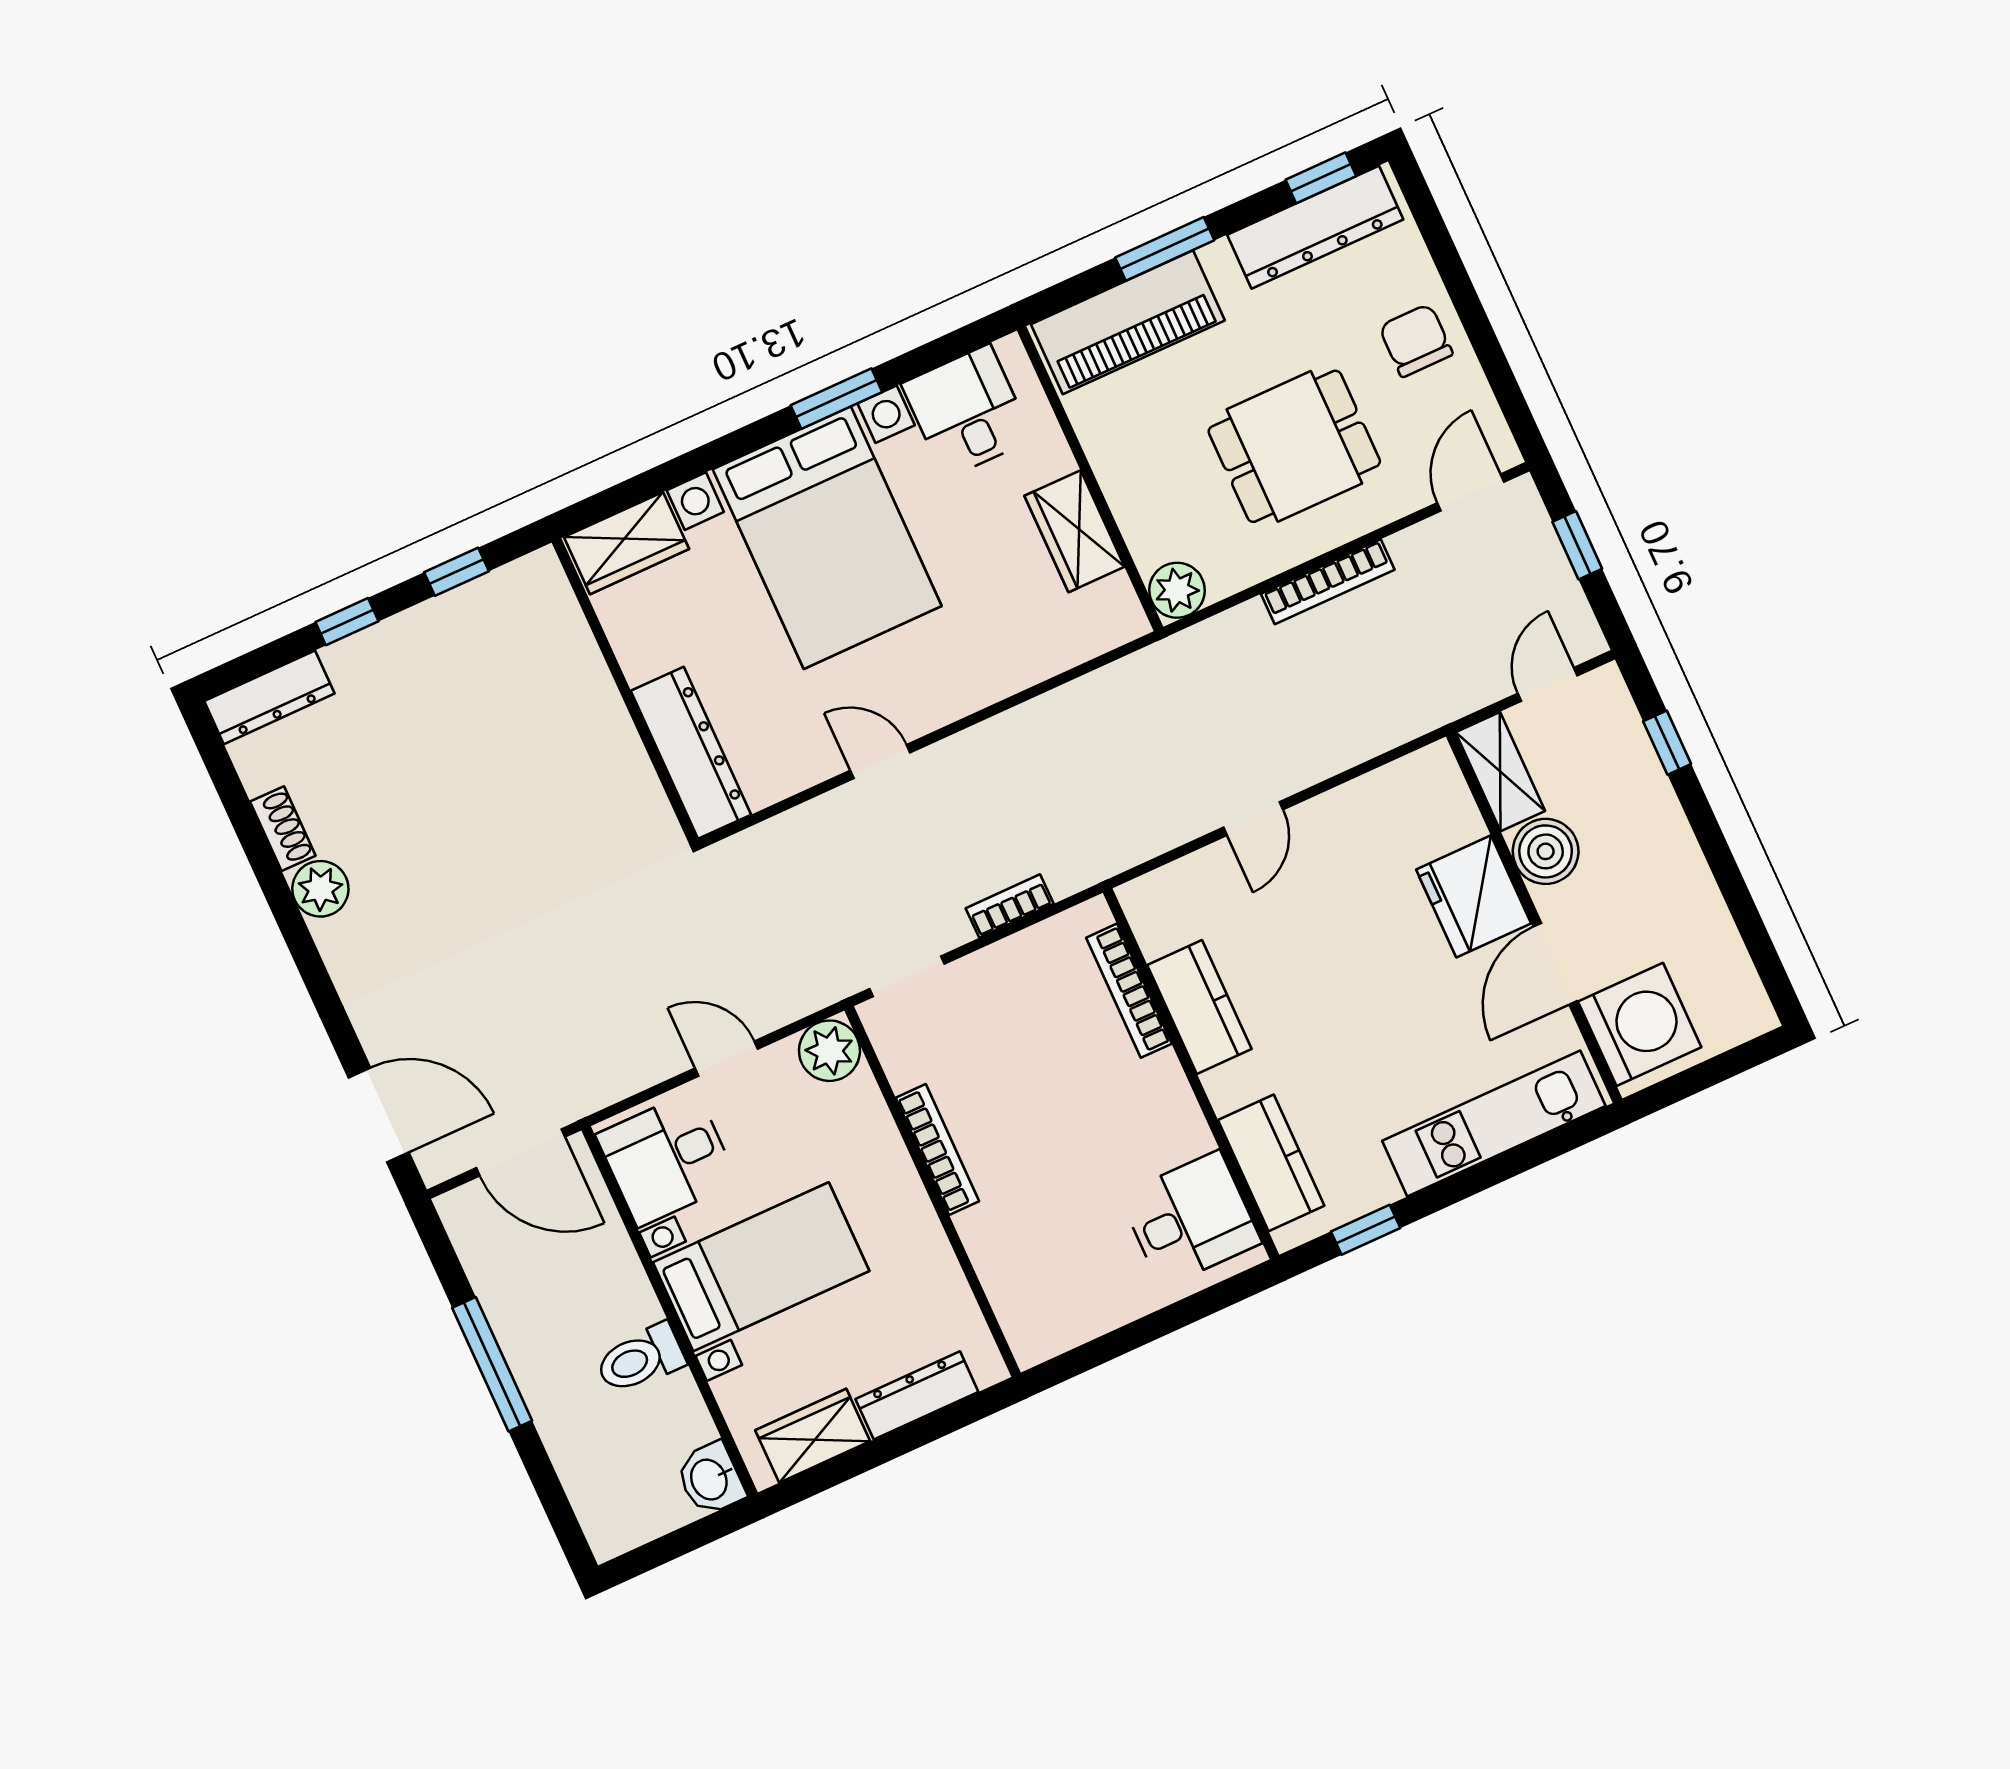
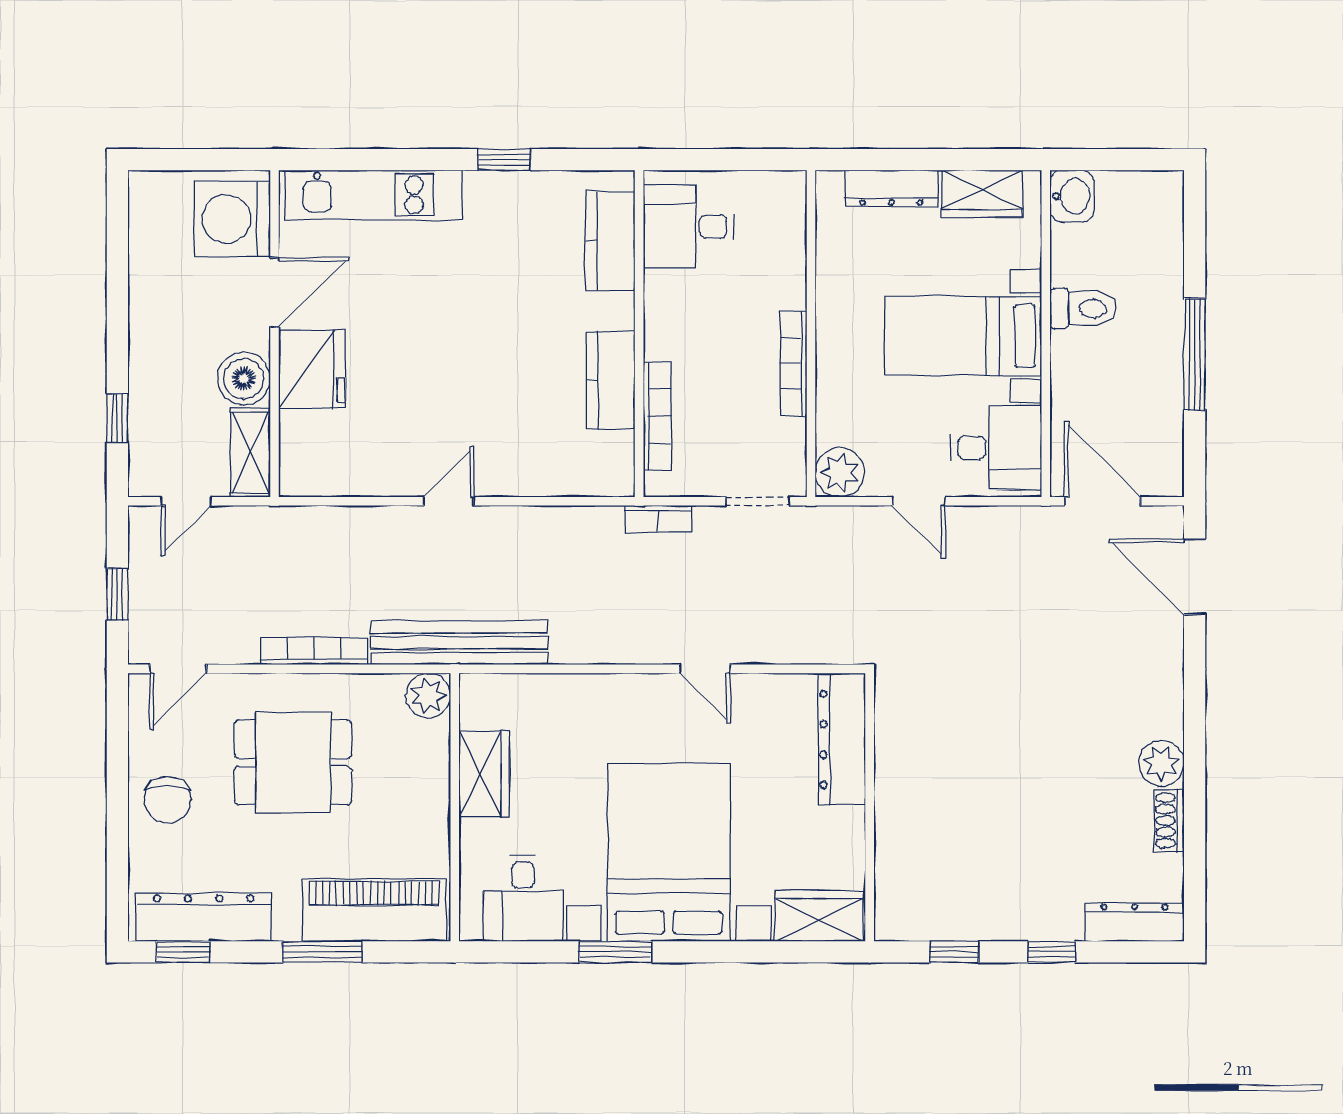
bench: (1169, 665) -> (459, 643), added
bookcase: (1129, 991) -> (657, 416), moved
kitchen counter: (1199, 1007) -> (611, 380), moved
wall: (1191, 1074) -> (639, 334), moved
kitchen counter: (1271, 1163) -> (610, 241), moved
desk: (1190, 1219) -> (689, 227), moved

